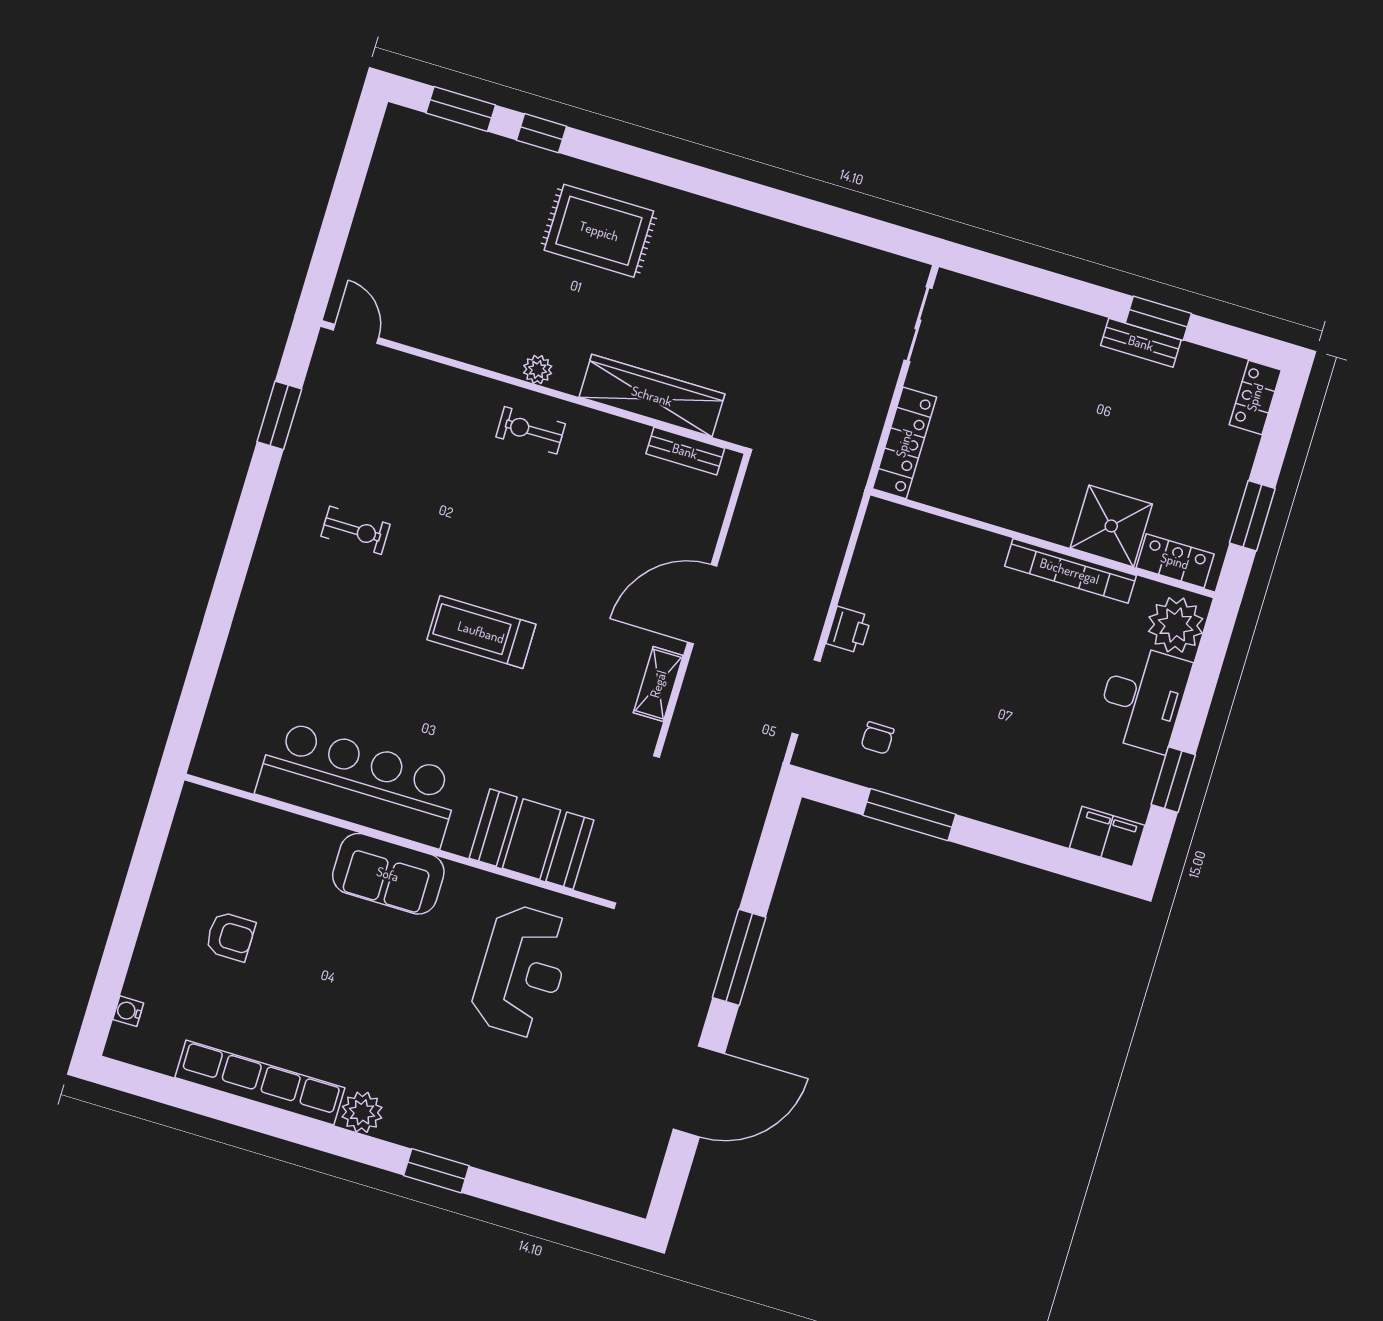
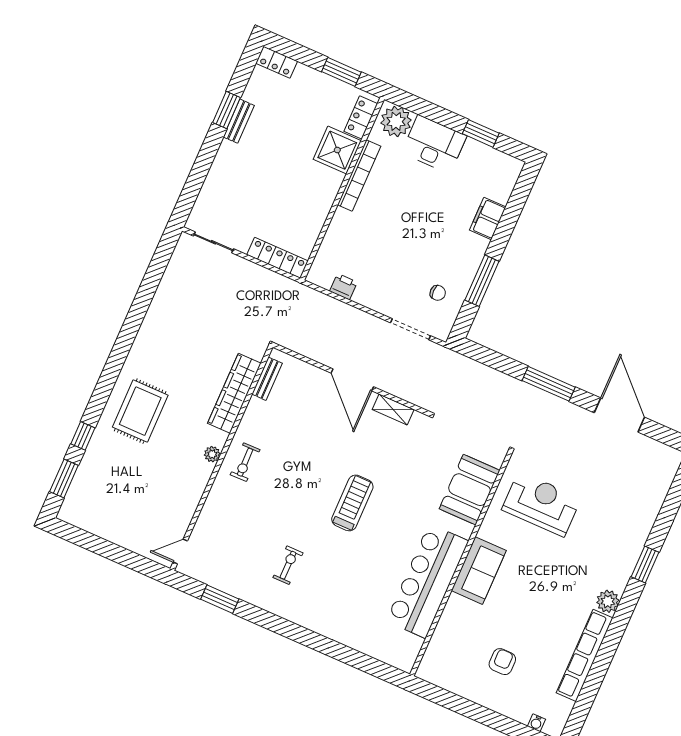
printer: (849, 630) -> (343, 287), moved
treadmill: (481, 632) -> (352, 503), turned 180
filing cabinet: (1107, 837) -> (488, 219), moved

